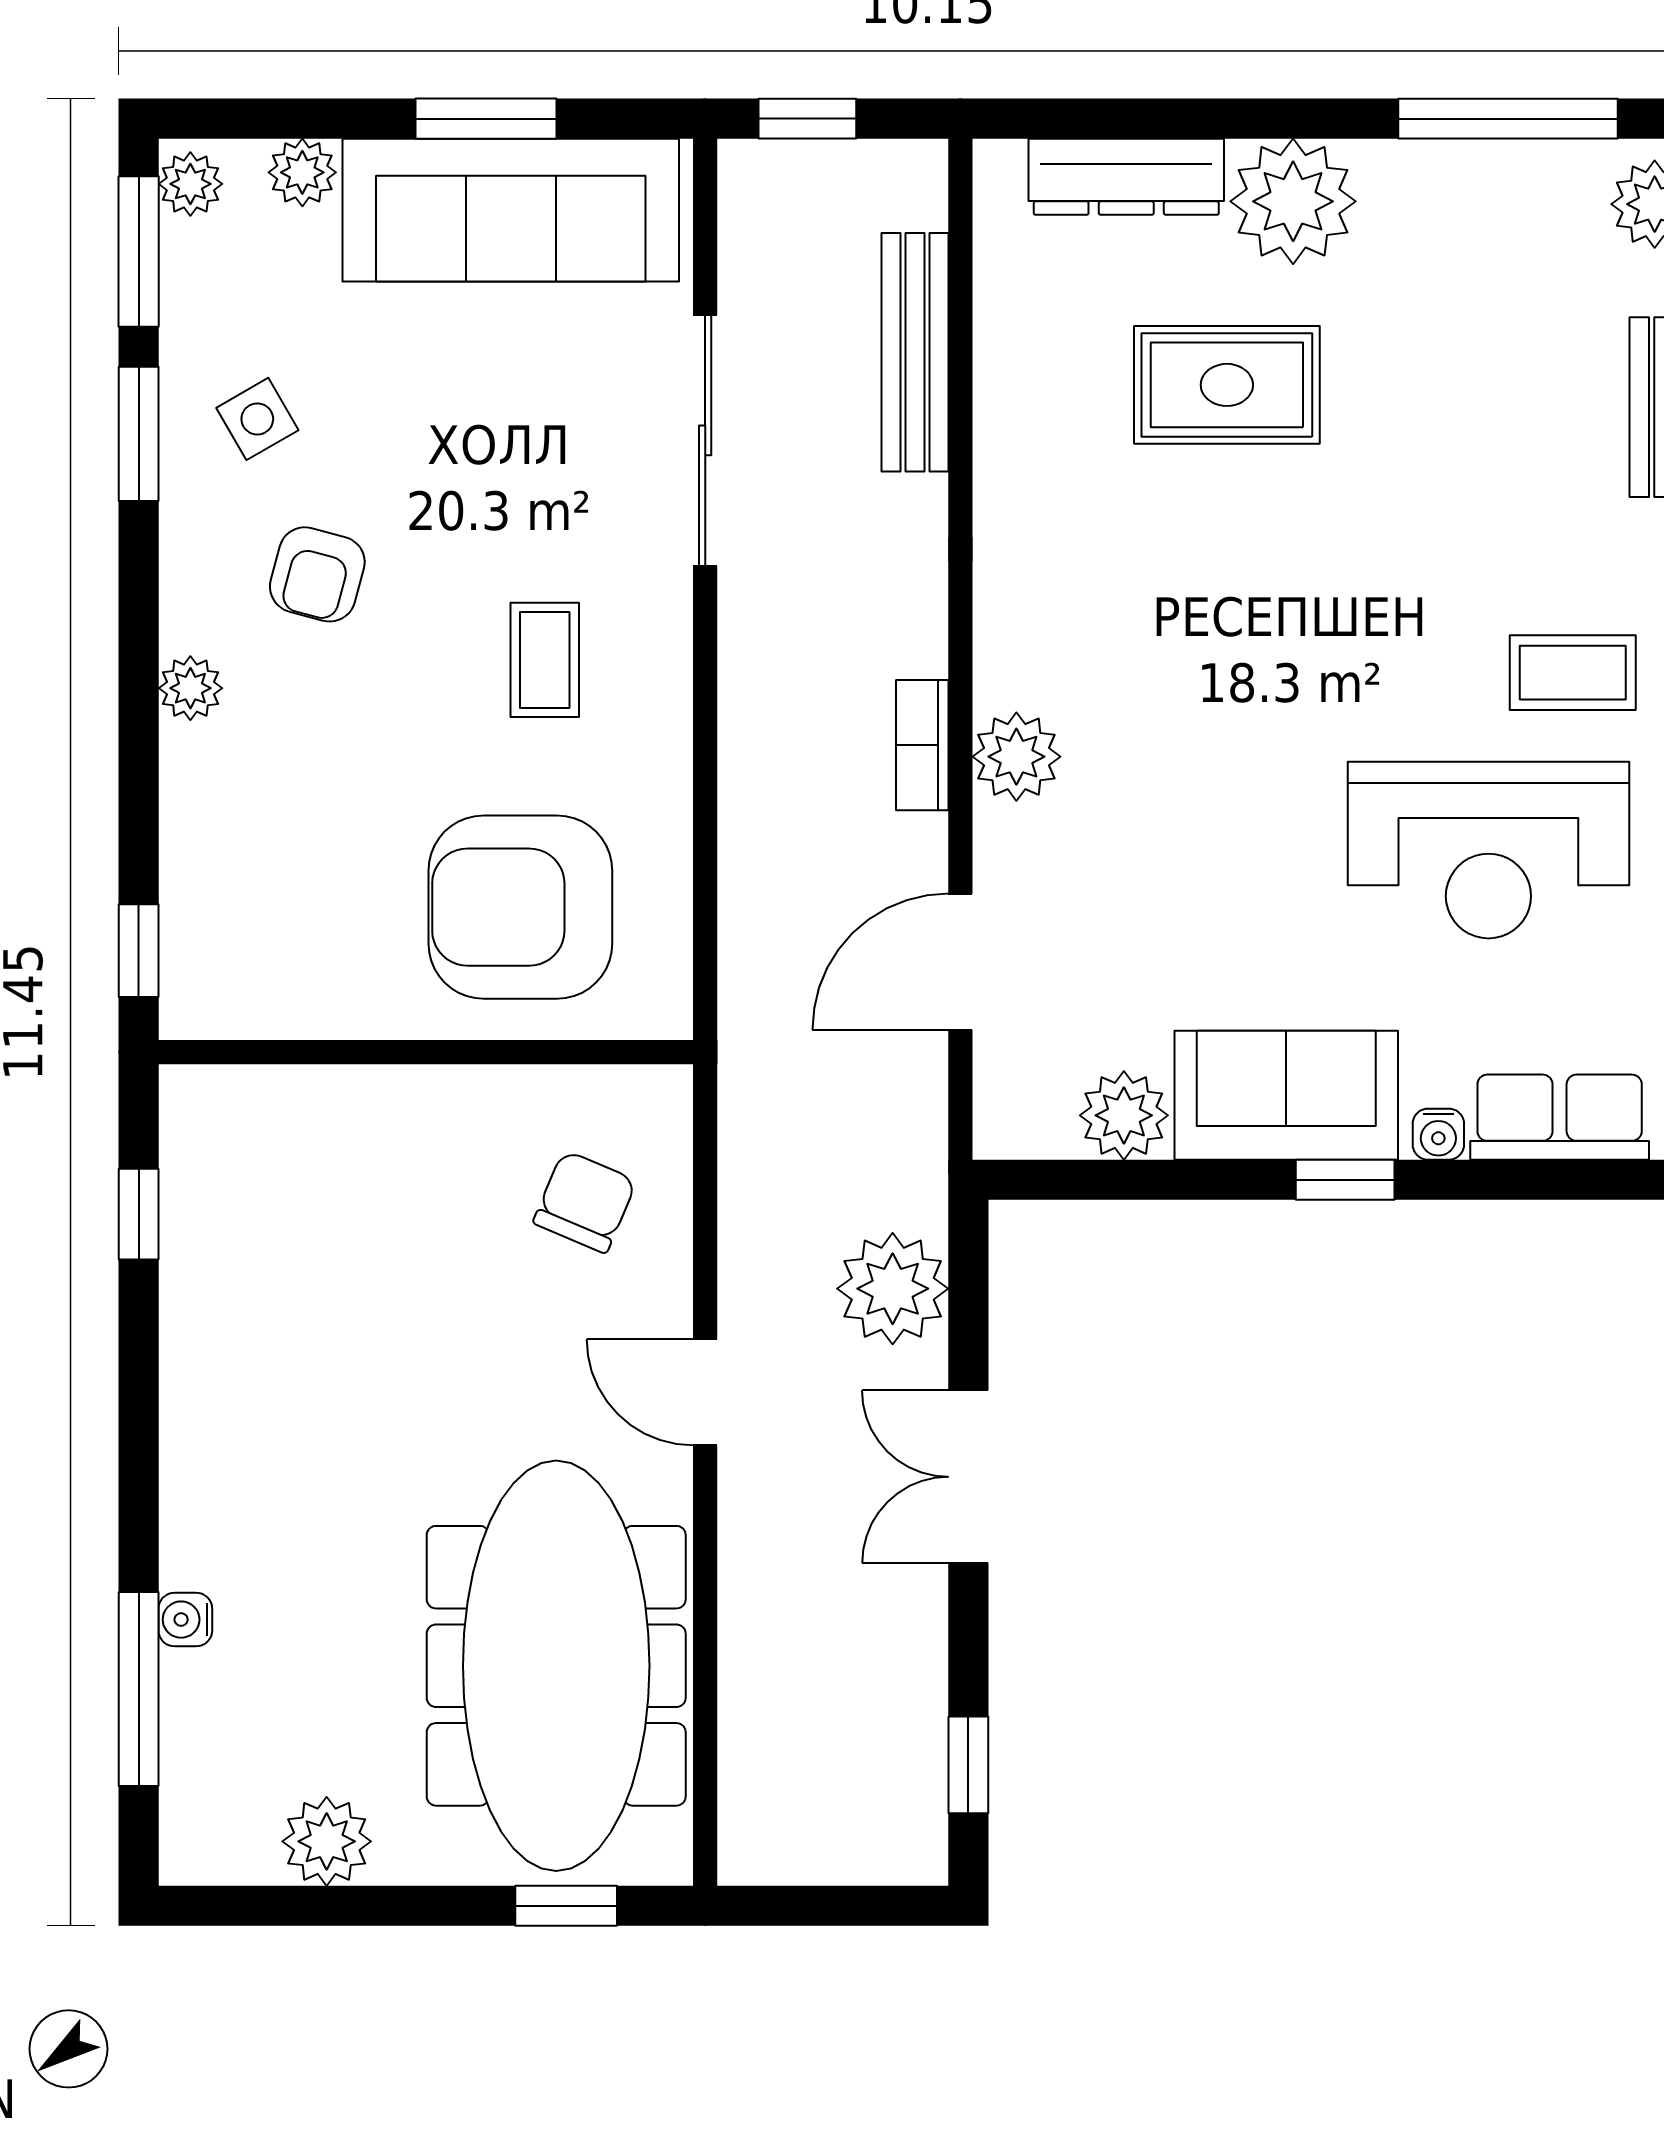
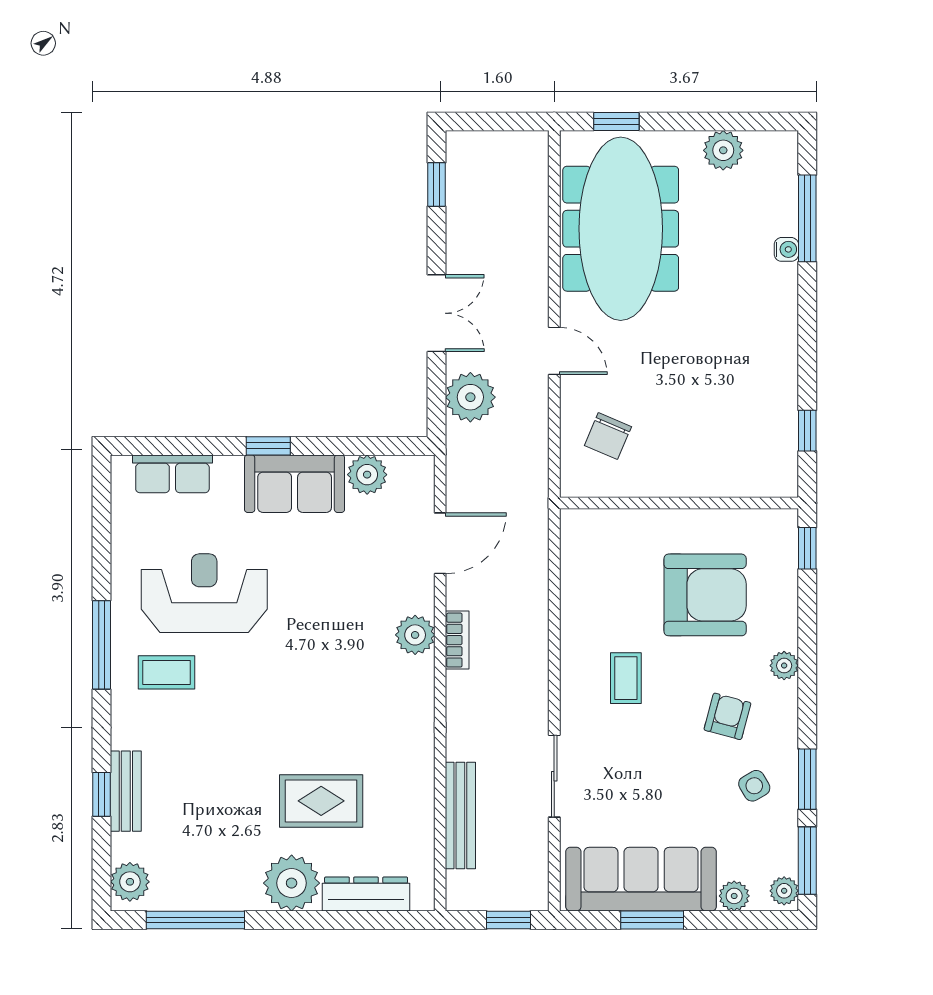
sliding door: (705, 440) -> (554, 776), width x0.73
armchair: (520, 907) -> (705, 595), moved
water cooler: (1438, 1134) -> (227, 466), removed

